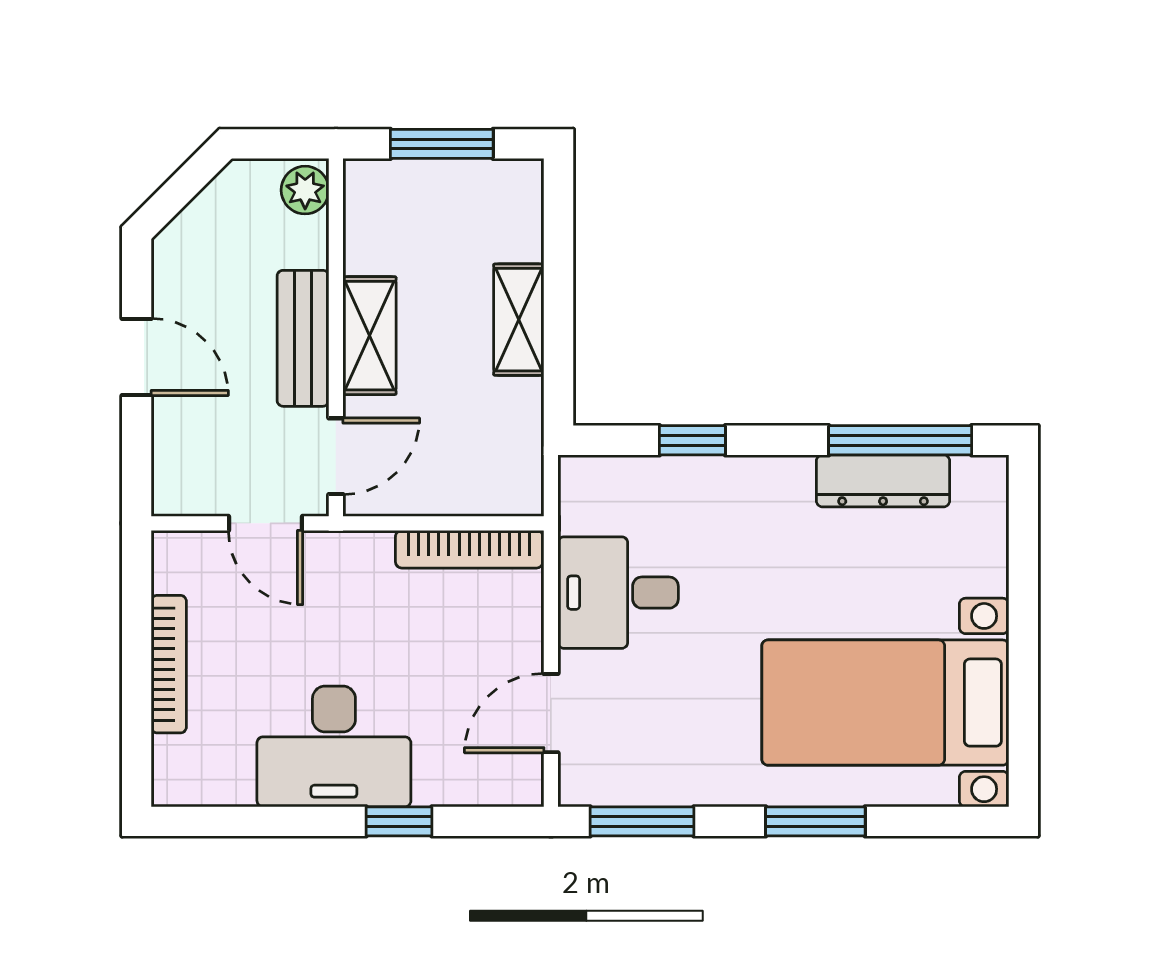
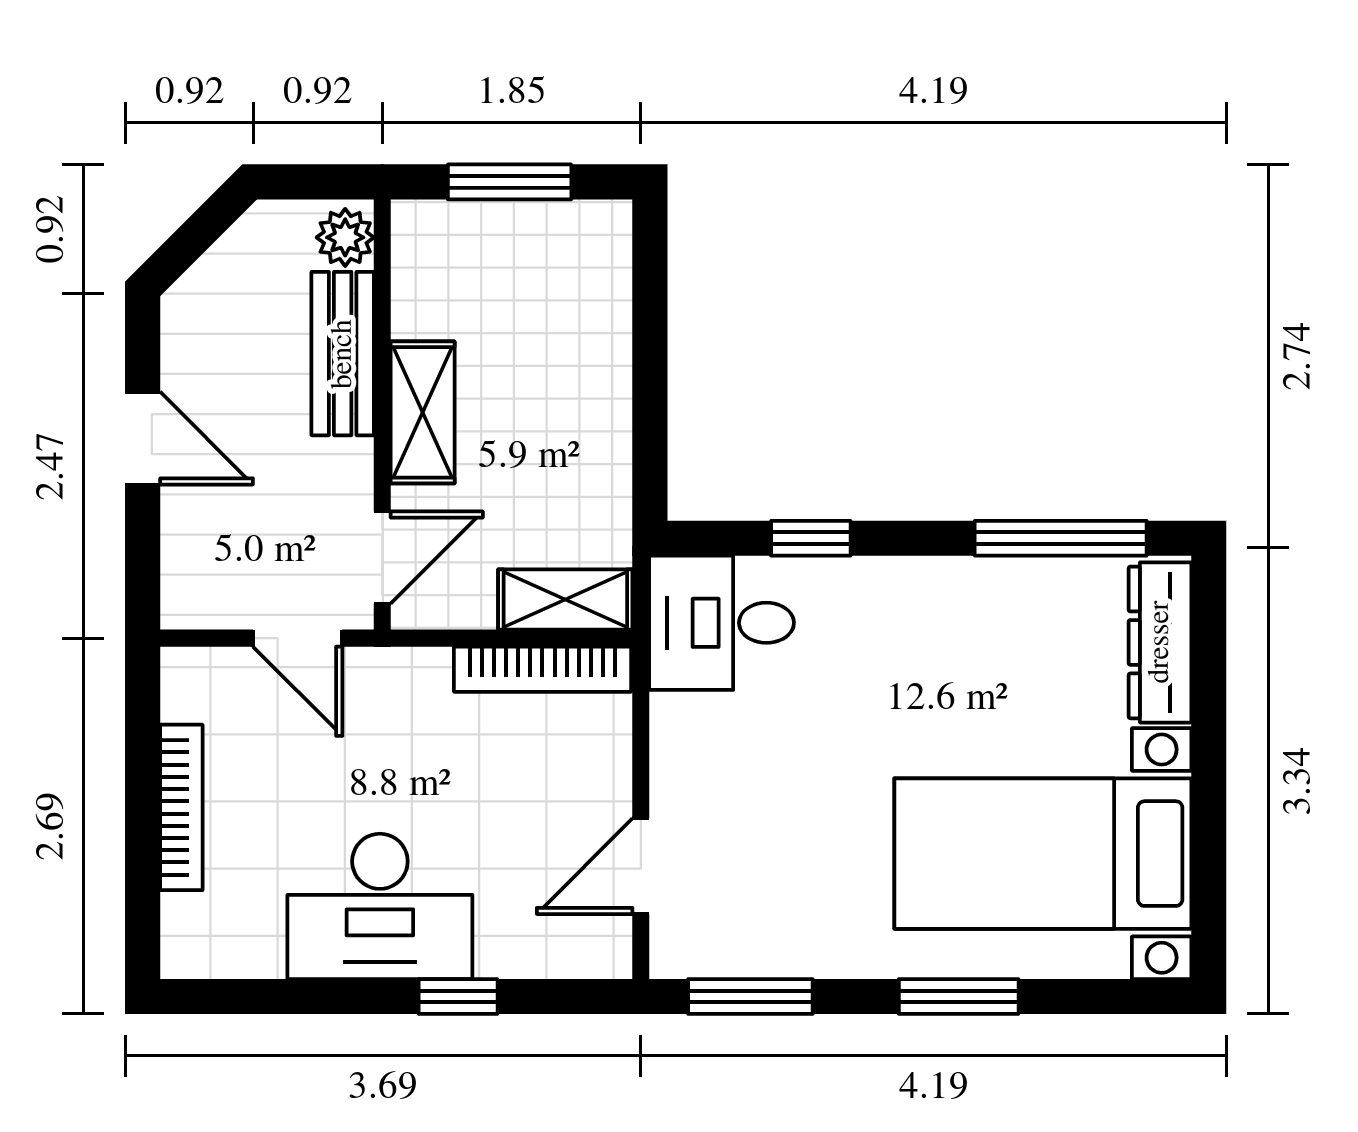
shelving: (519, 320) -> (565, 600), moved, turned 90
bench: (303, 338) -> (343, 354), moved
dresser: (883, 481) -> (1160, 642), moved, turned 90
desk: (618, 593) -> (722, 623), moved

